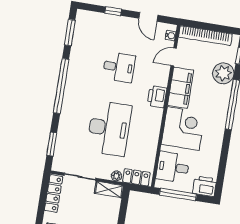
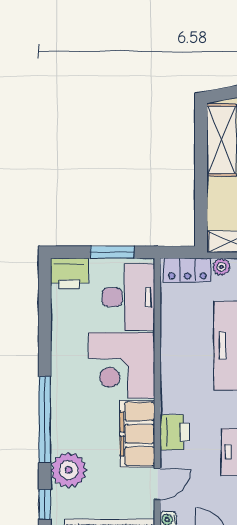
printer: (157, 97) -> (175, 432), moved
desk: (173, 167) -> (128, 297), width x1.37
window: (178, 194) -> (112, 252), width x0.69

